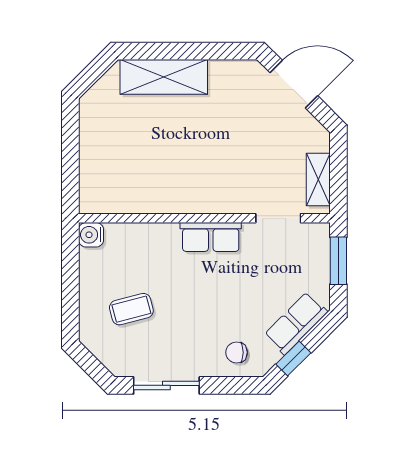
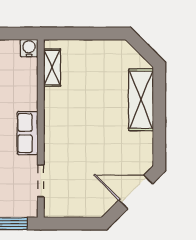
door: (294, 84) -> (136, 192), swing flipped
shelving: (318, 180) -> (52, 68), moved, turned 90

